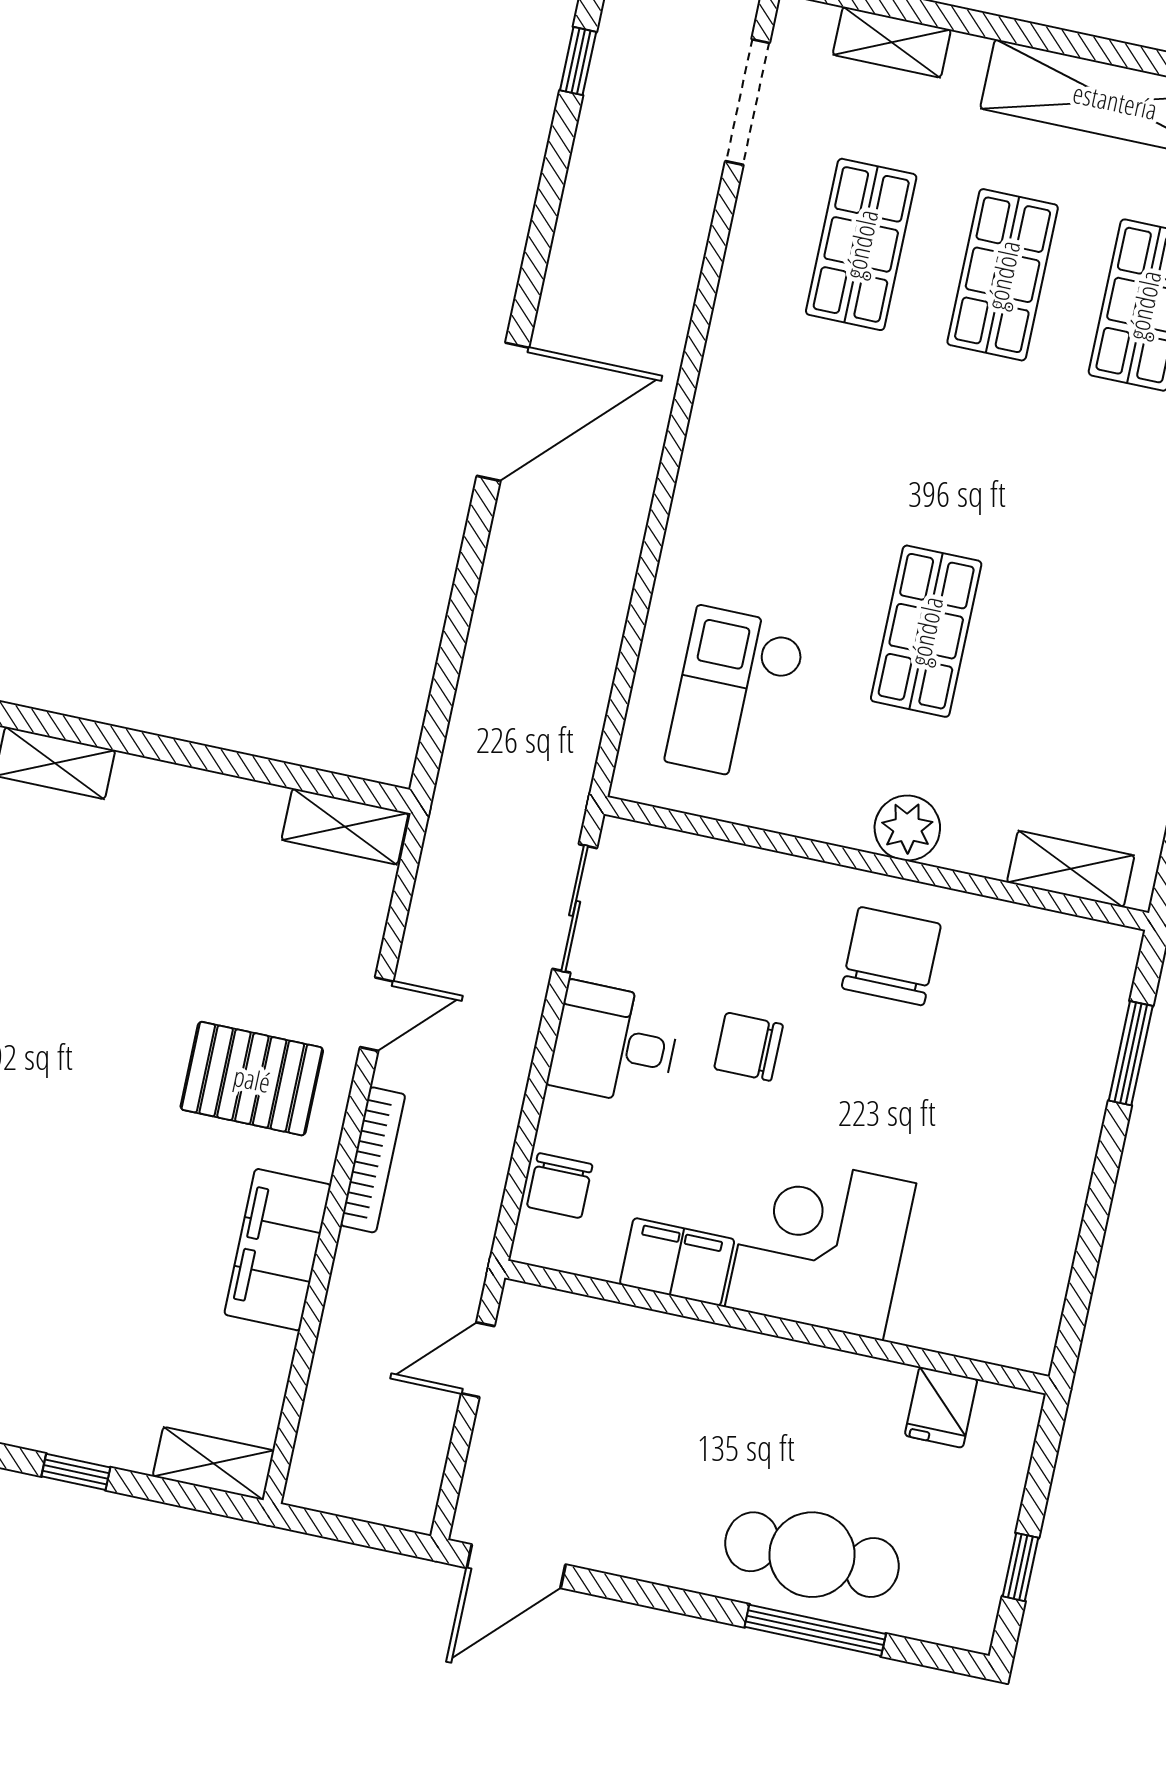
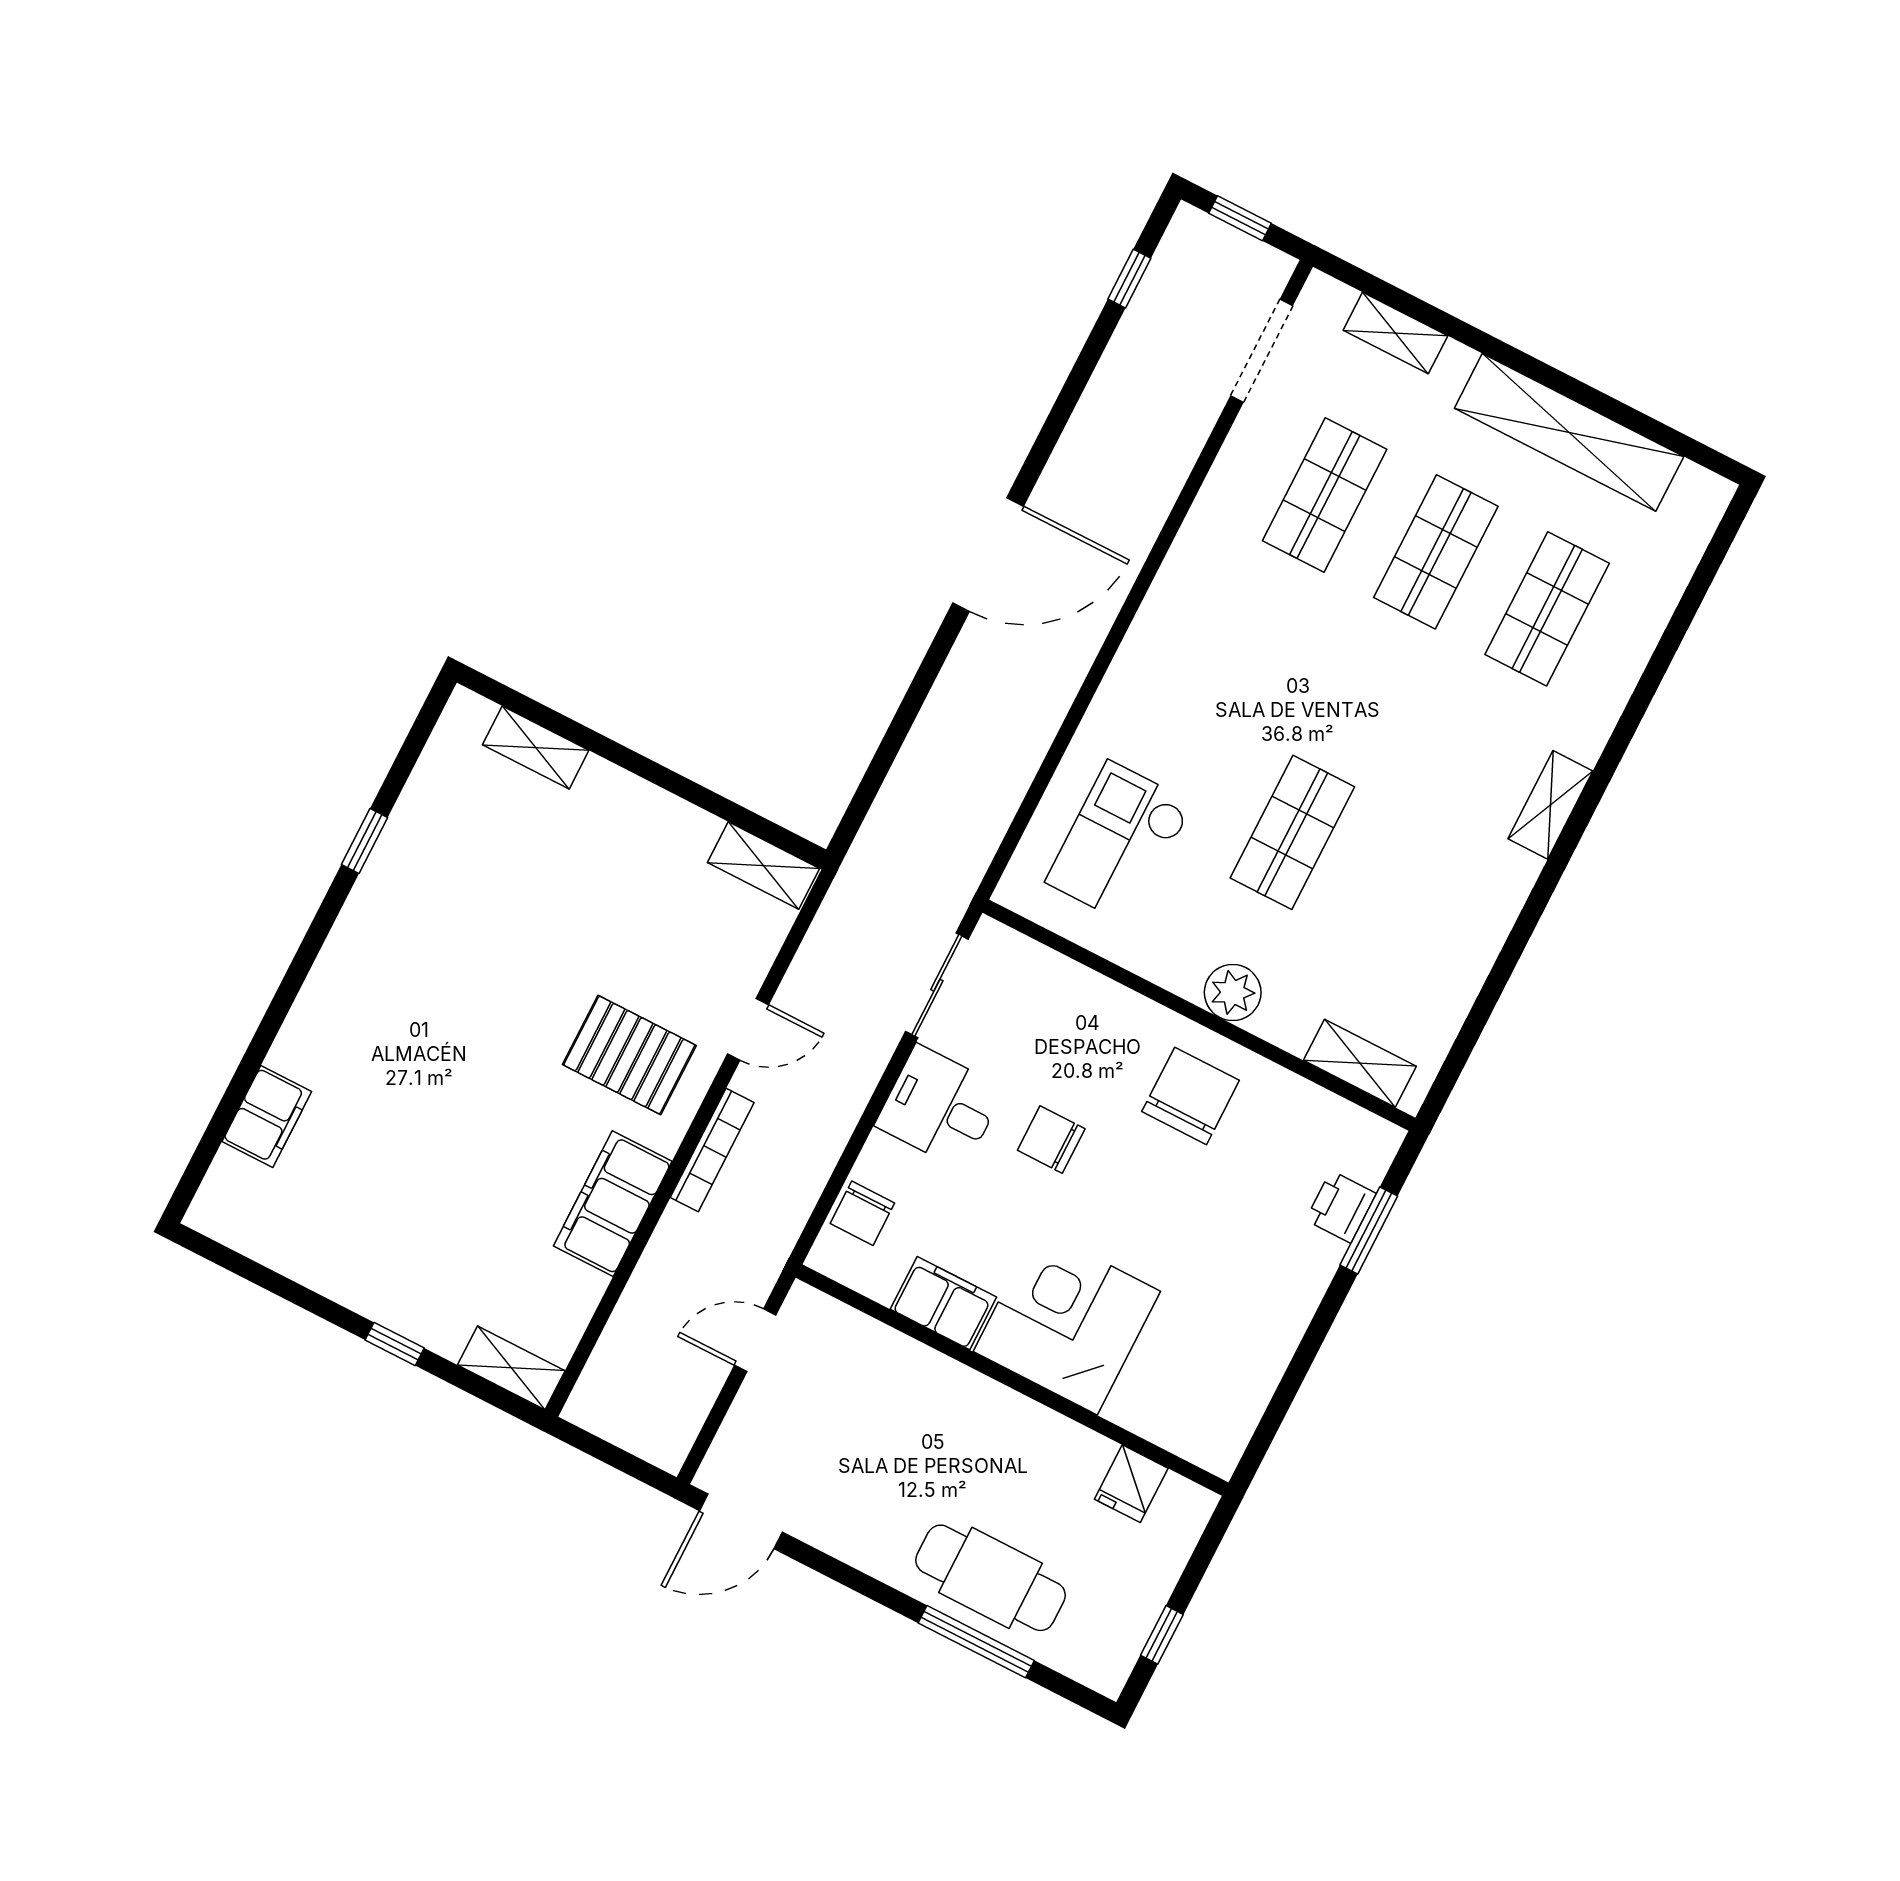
printer: (1093, 1035) -> (1341, 1207), added

